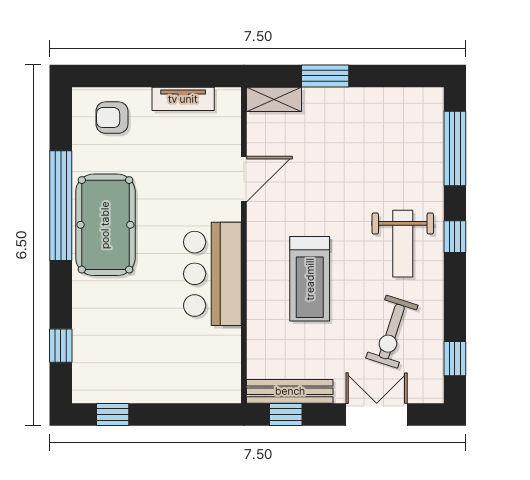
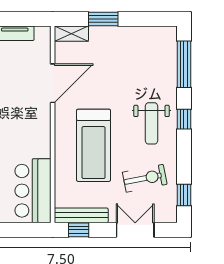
door: (244, 179) -> (53, 83), width x1.36
bar counter: (212, 274) -> (33, 191), moved
treadmill: (310, 279) -> (94, 145), width x1.37, depth x1.38
exercise bike: (392, 332) -> (145, 178), turned -119

